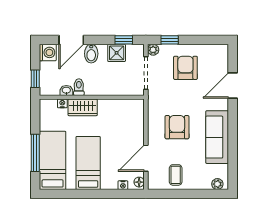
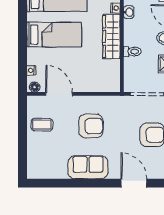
toilet: (79, 87) -> (132, 52), moved
wardrobe: (83, 107) -> (111, 37), width x1.50
sofa: (217, 137) -> (88, 167), width x0.73
plant: (217, 184) -> (33, 168), removed

